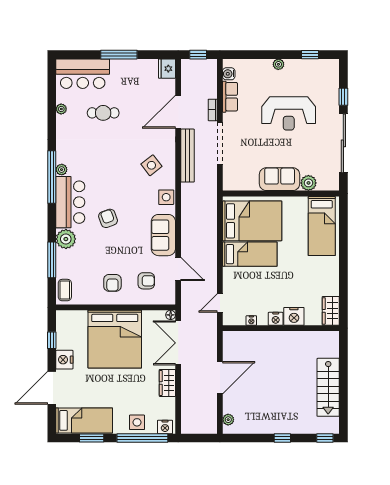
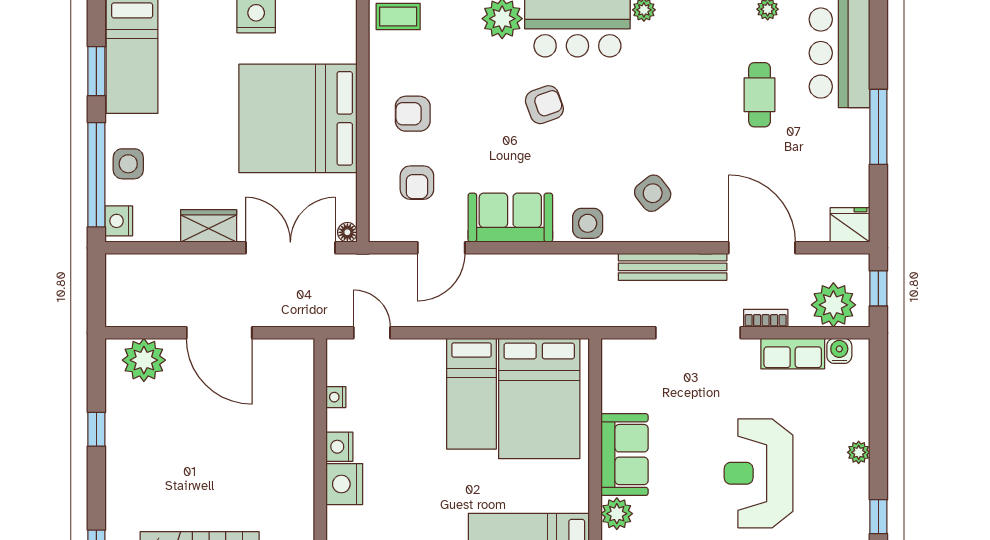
plant: (206, 77) -> (833, 305), added
plant: (228, 420) -> (144, 360), width x1.87, depth x1.87
window: (282, 438) -> (96, 429), moved

